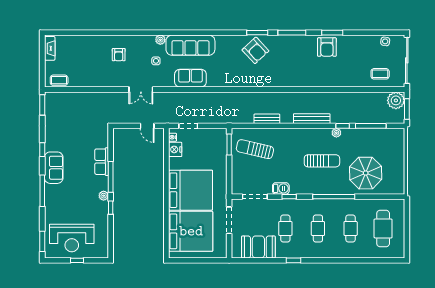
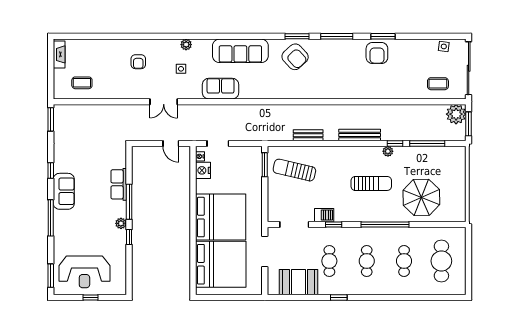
sofa: (190, 45) -> (240, 51), moved
coffee table: (59, 80) -> (82, 83), moved

